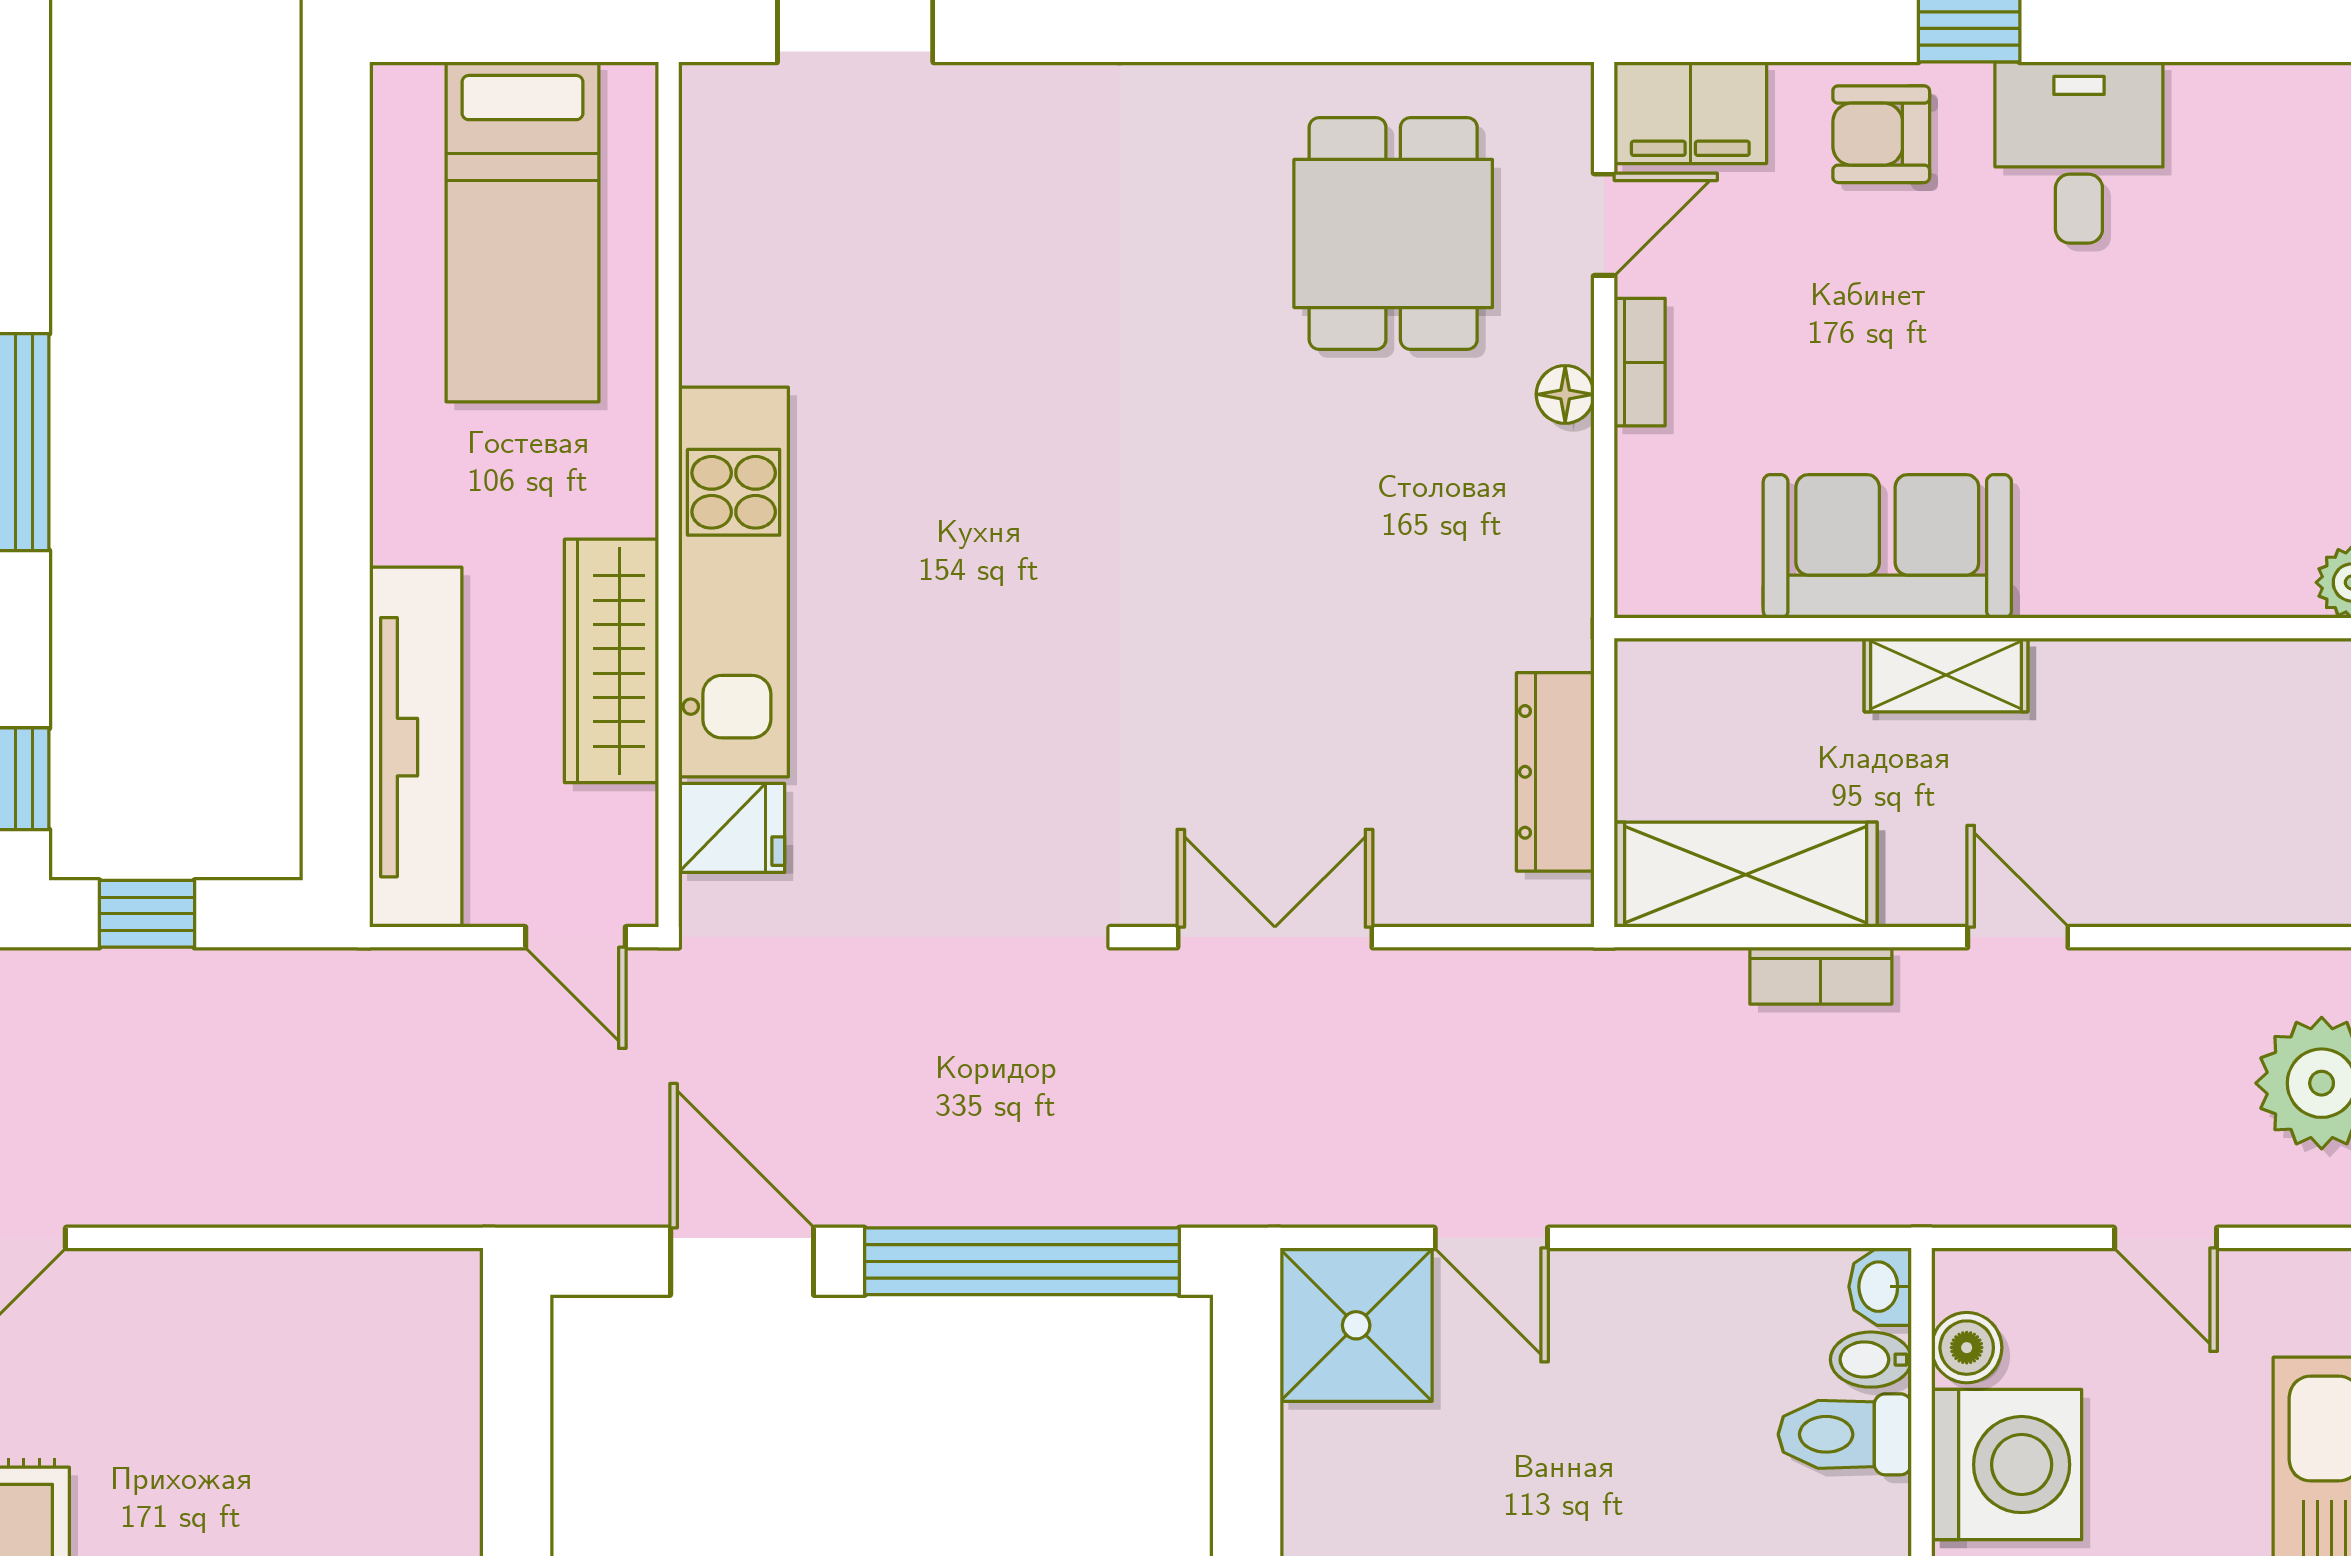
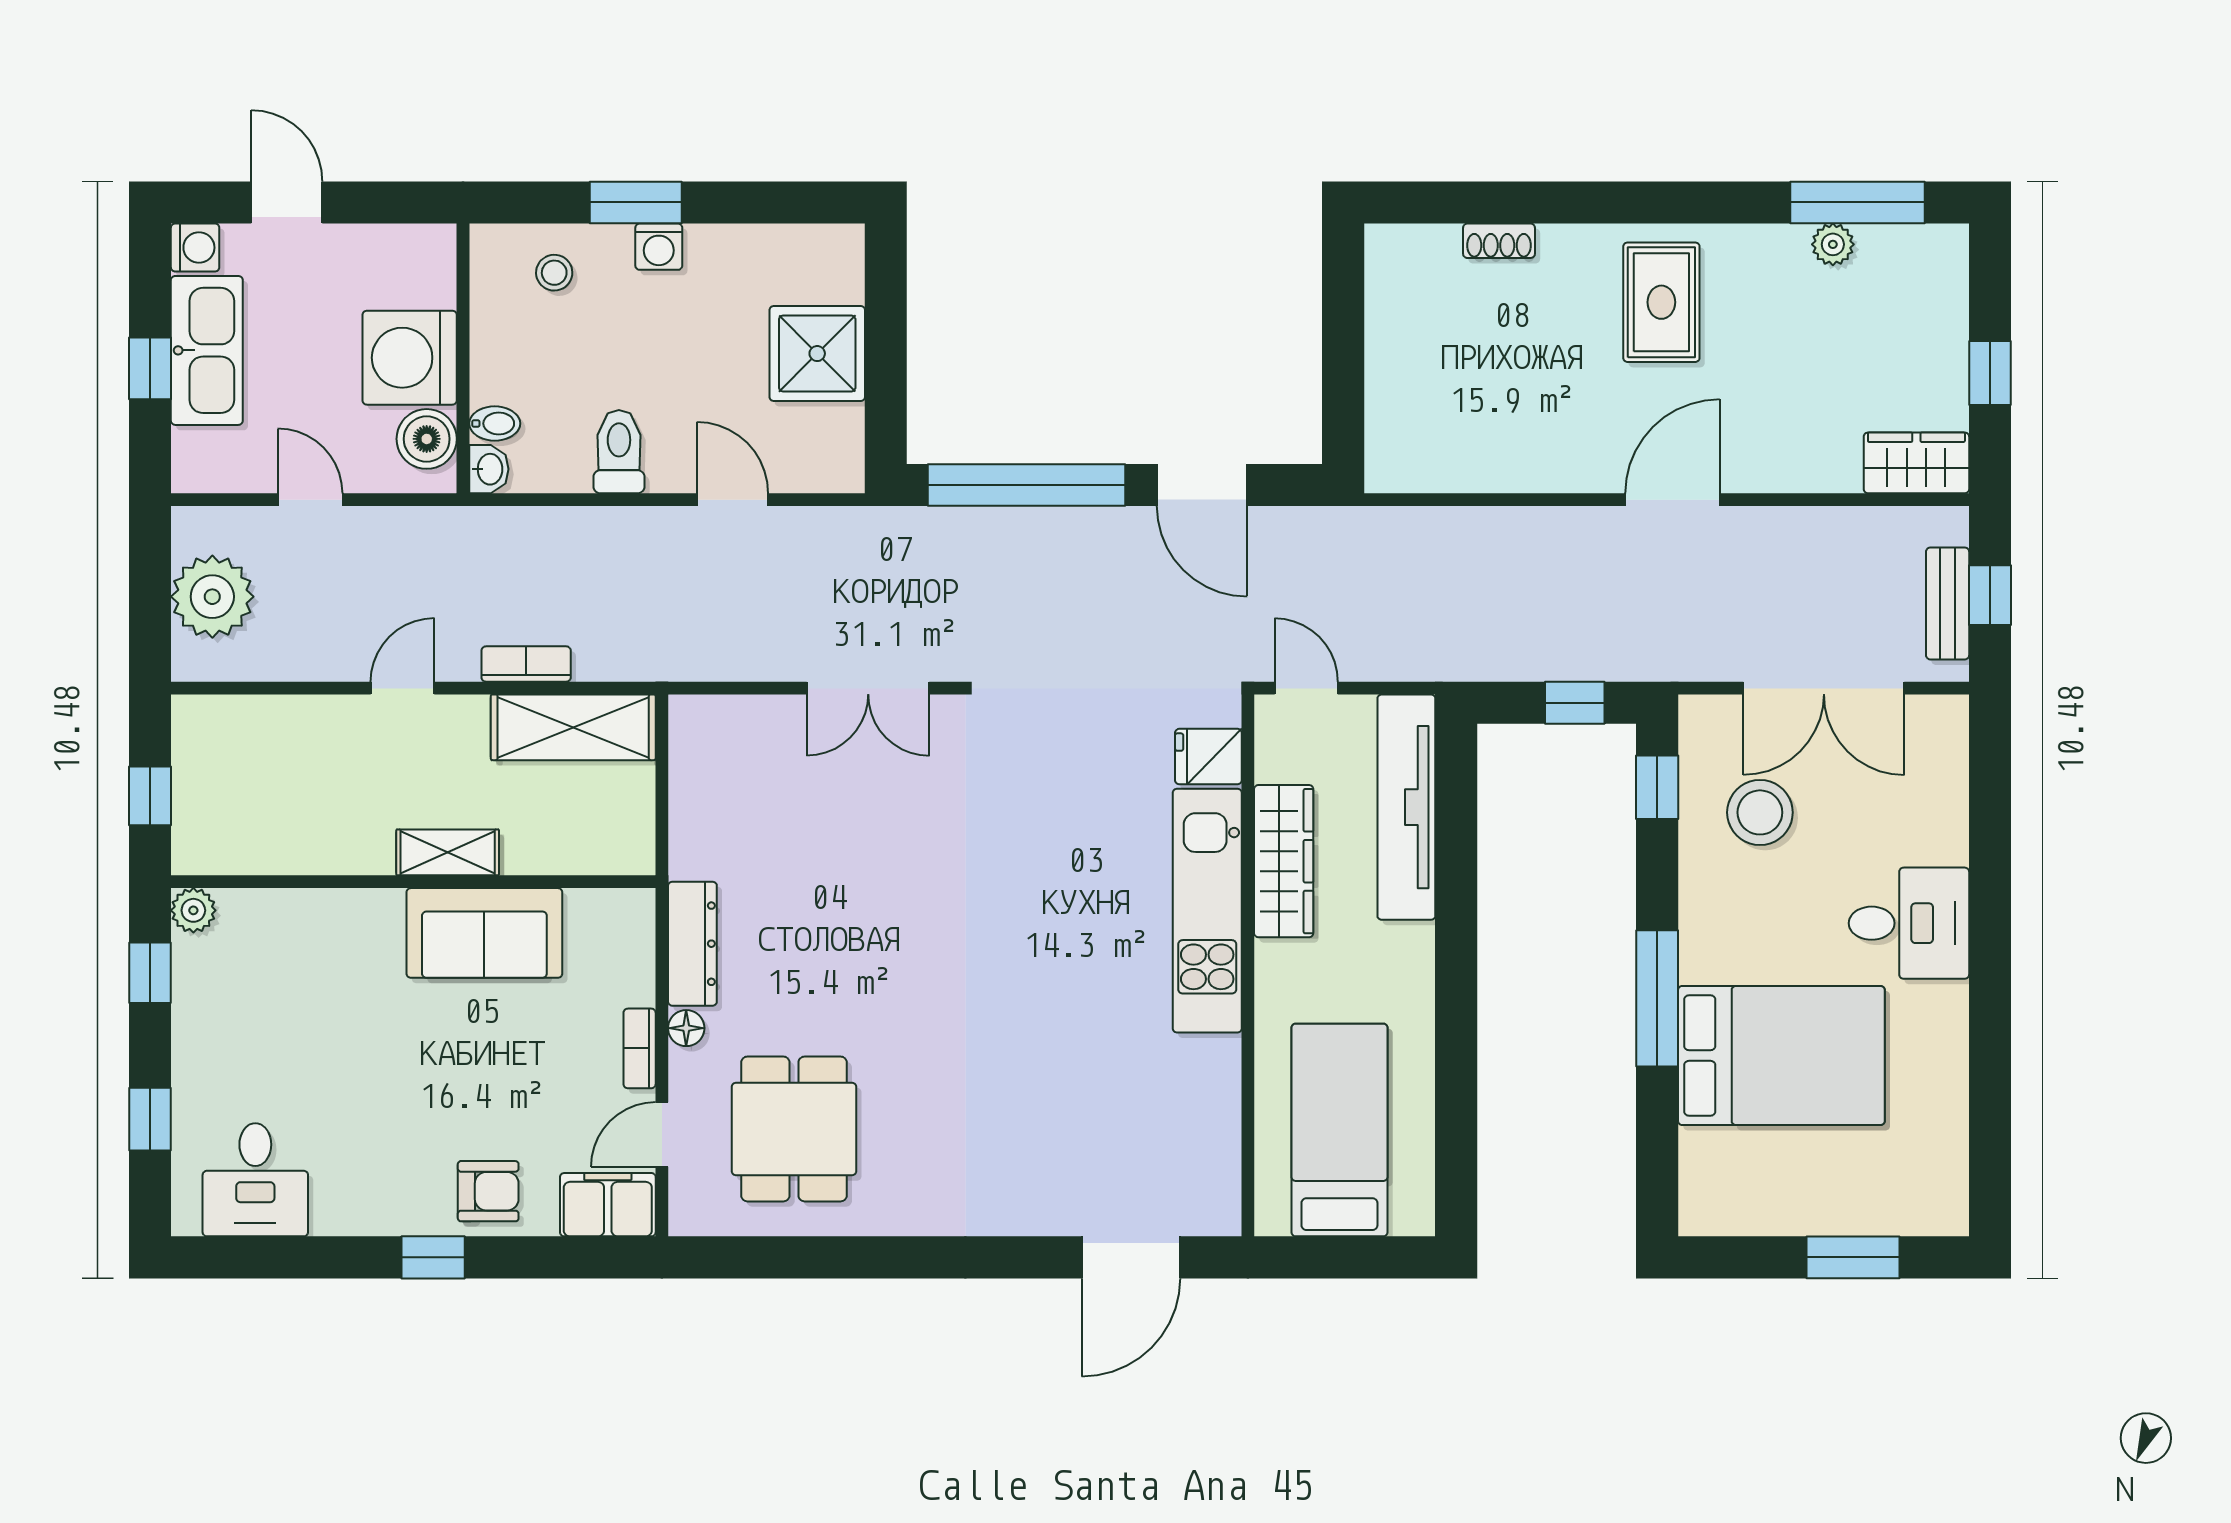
desk: (2079, 152) -> (255, 1180), moved
dresser: (1555, 772) -> (692, 944), moved
door: (2018, 937) -> (403, 688), swing flipped
shower: (1356, 1325) -> (817, 354), moved
boiler: (1967, 1348) -> (427, 439), width x1.36, depth x1.36
toilet: (1845, 1434) -> (619, 452), moved, turned -90

